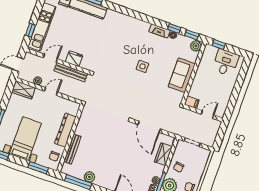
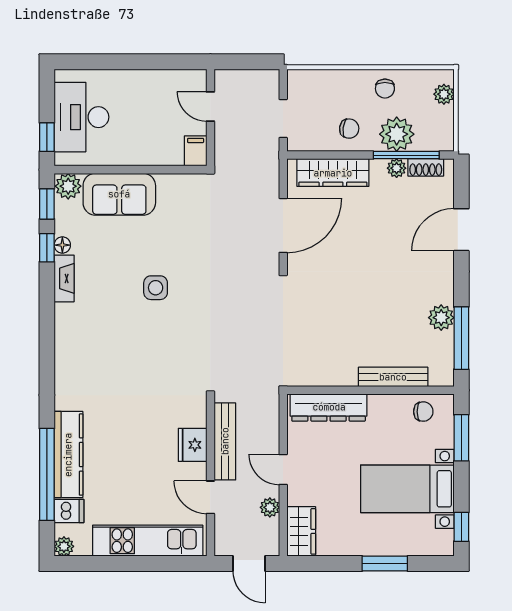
window: (30, 30) -> (164, 563), removed
desk: (226, 63) -> (81, 117), width x1.37
sofa: (182, 75) -> (119, 194), moved
dresser: (65, 130) -> (329, 407), moved
wardrobe: (163, 154) -> (333, 173), width x1.50

